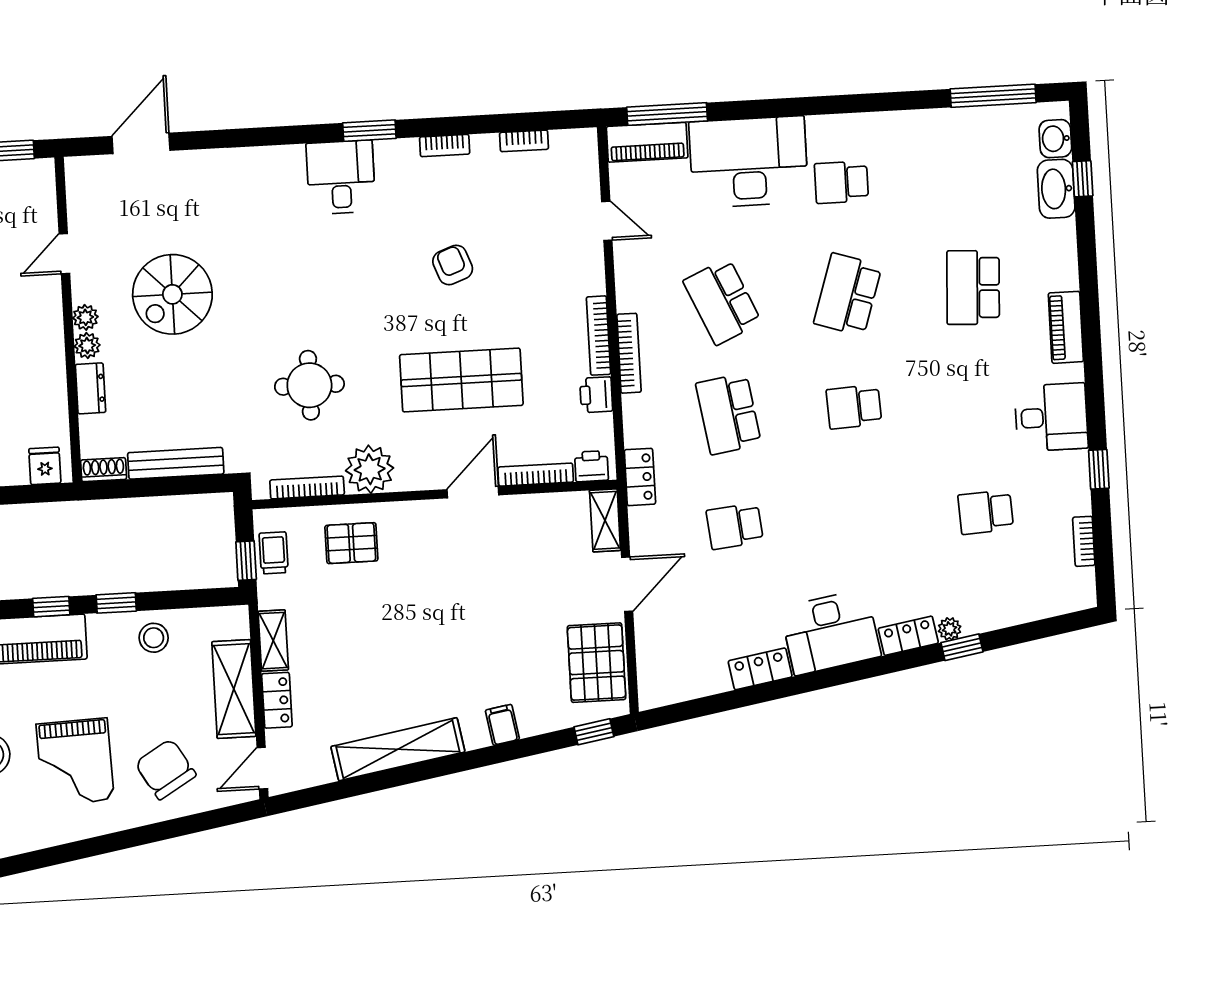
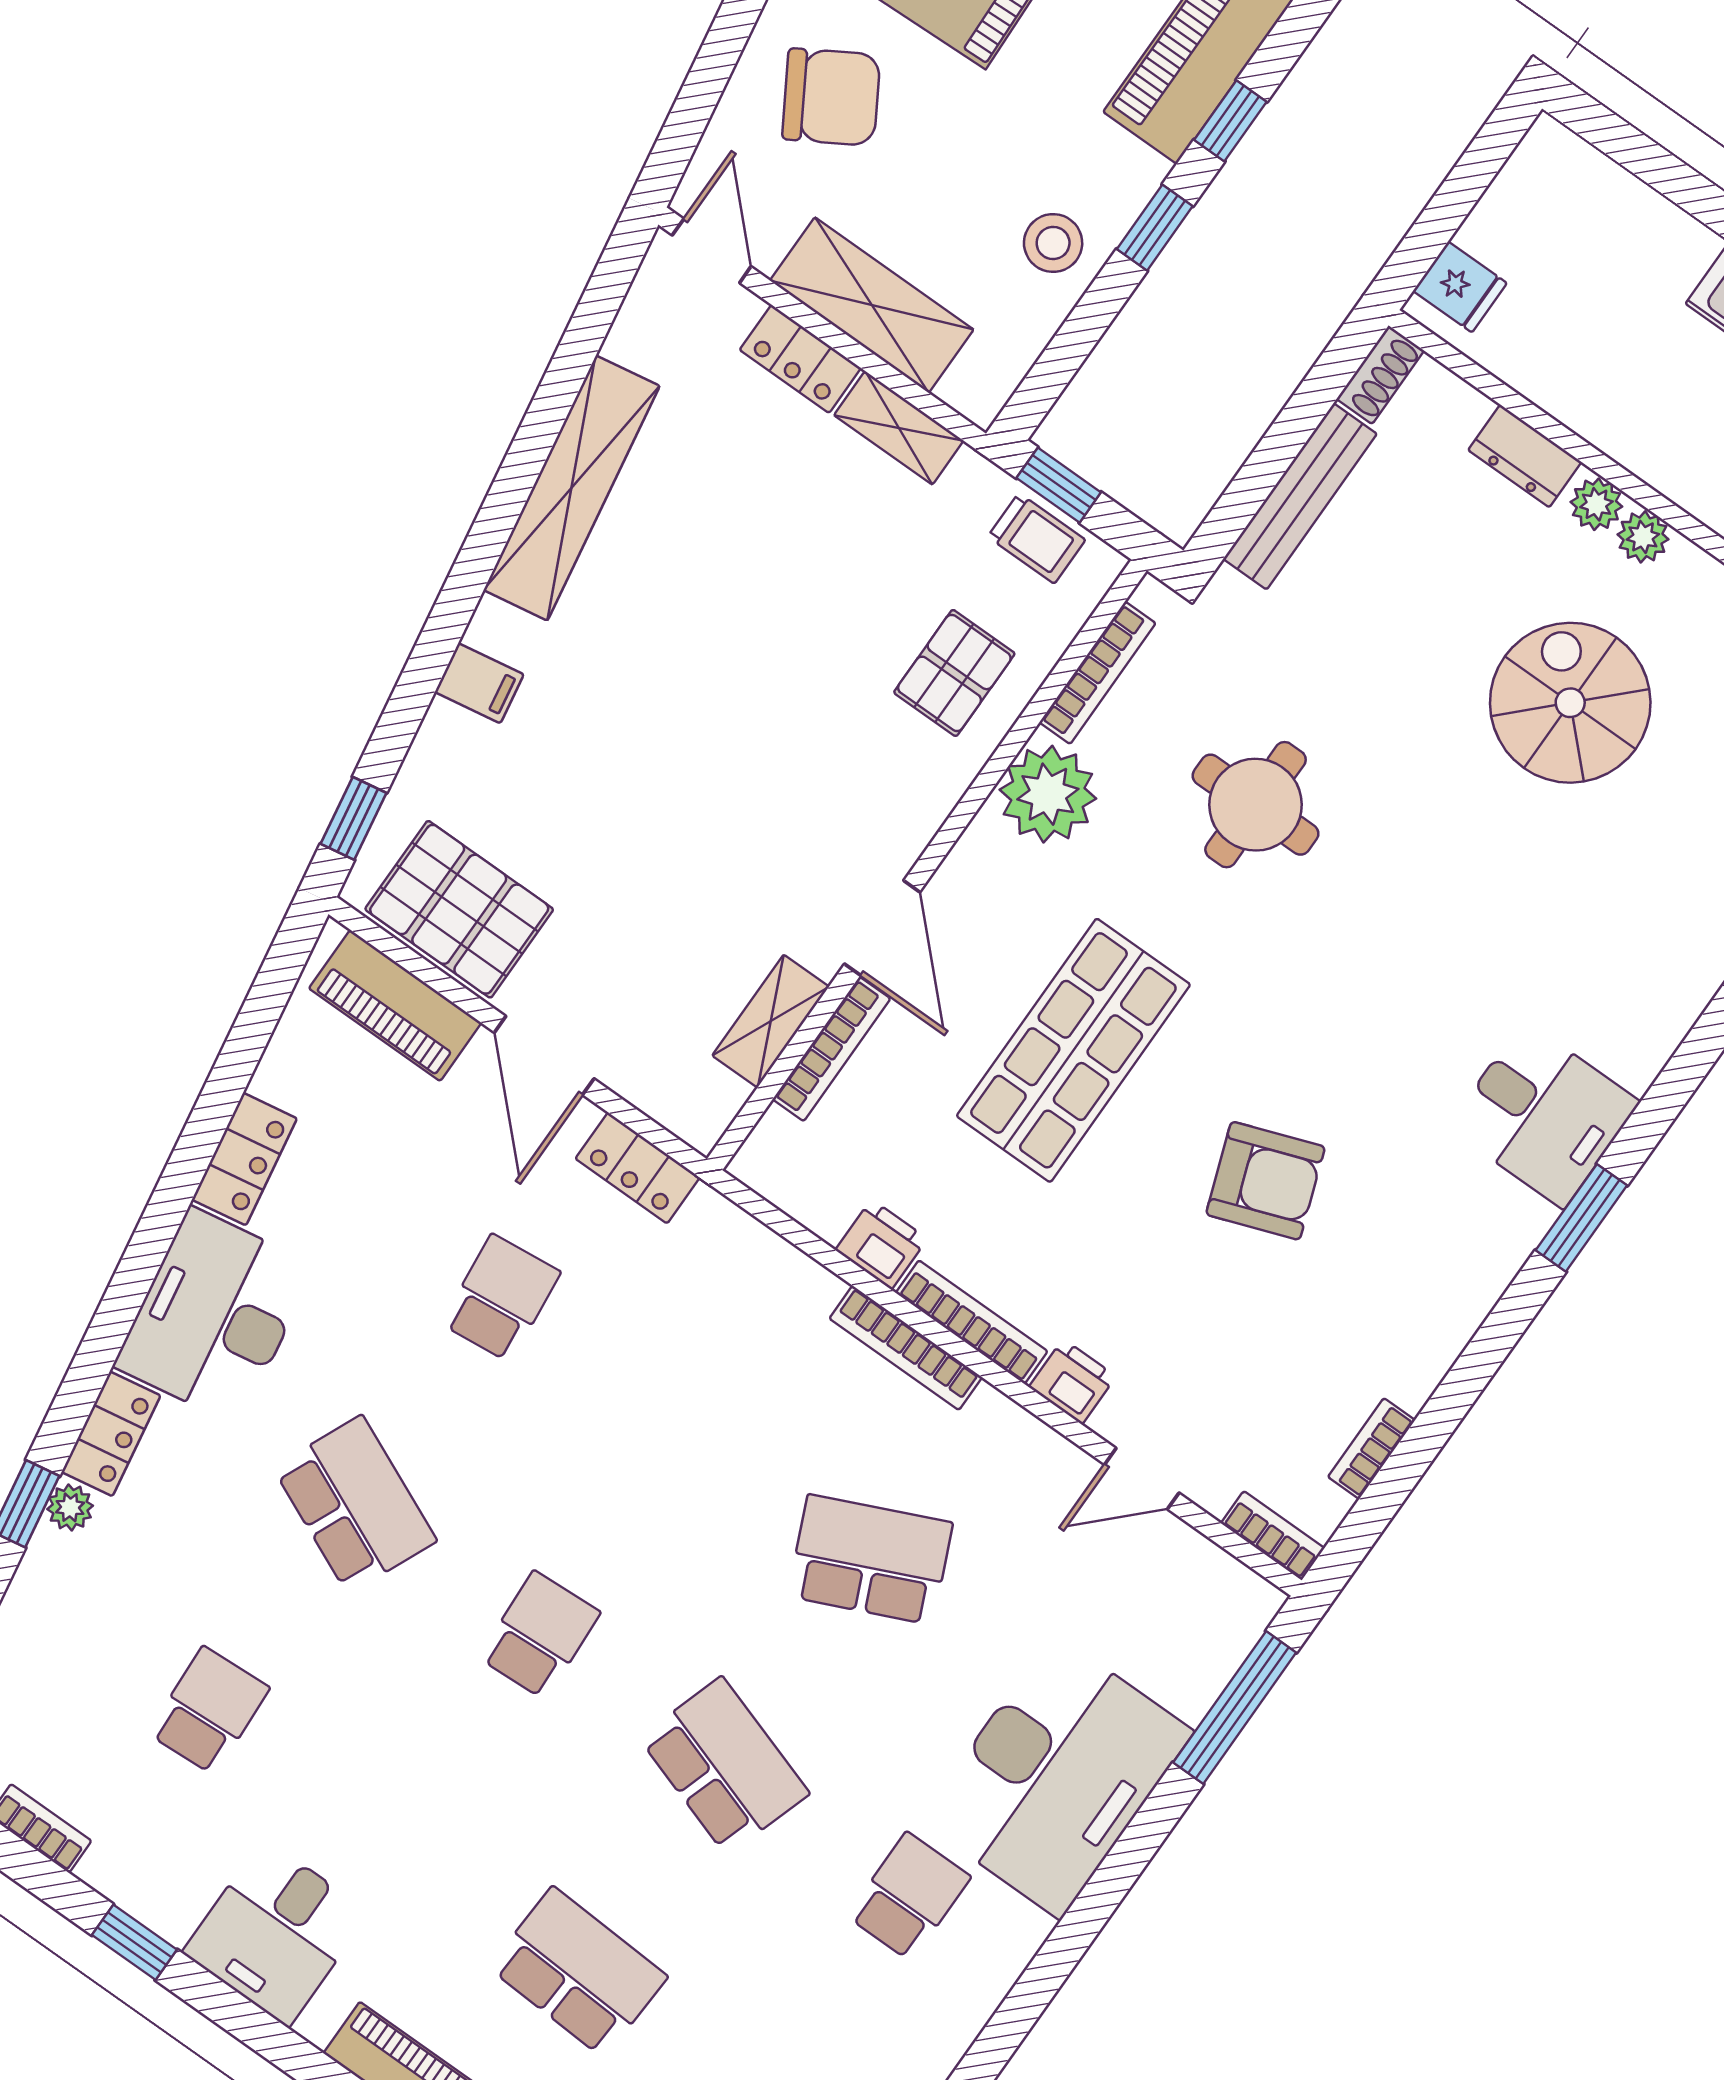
piano: (647, 142) -> (395, 1006), moved, turned -90
bookcase: (445, 146) -> (1273, 1536), moved, turned 90
armchair: (453, 265) -> (1265, 1181), width x1.38, depth x1.38
school desk: (729, 414) -> (355, 1504), moved, turned 33
printer: (591, 466) -> (1072, 1382), moved, turned -90
locker: (640, 477) -> (638, 1168), moved
shelving: (605, 520) -> (771, 1021), moved, turned 90

